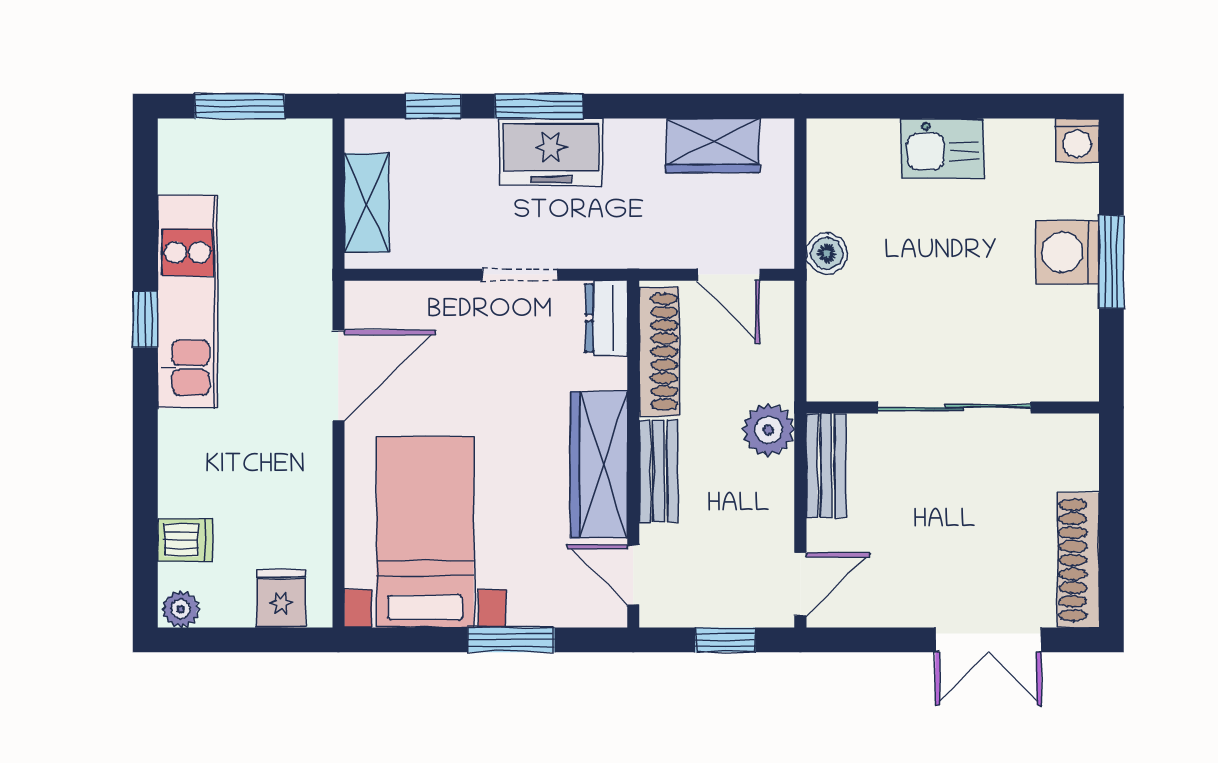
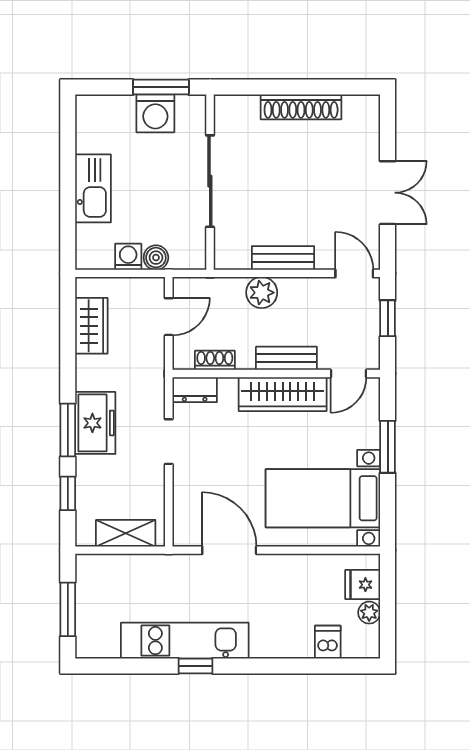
washing machine: (1077, 140) -> (128, 257), moved, turned -90
kitchen sink: (942, 148) -> (93, 188), width x1.38
shoe rack: (659, 352) -> (215, 360), width x0.51, depth x0.81
wall: (953, 407) -> (210, 182), moved
sliding door: (954, 407) -> (210, 181), moved
shoe rack: (1078, 560) -> (301, 107), moved
plant: (181, 609) -> (369, 613), moved
double door: (988, 640) -> (388, 193), moved

